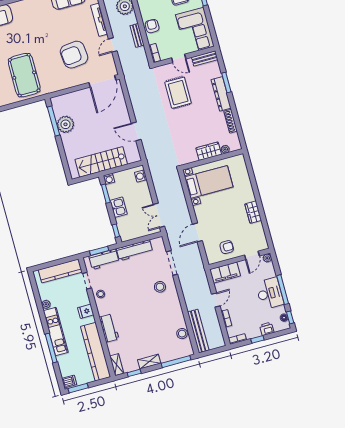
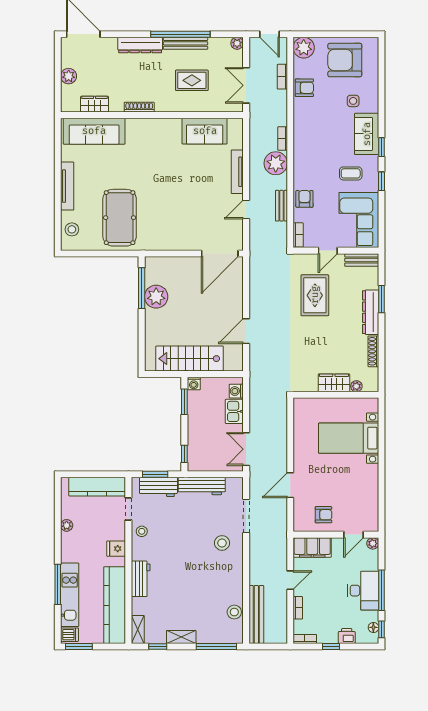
armchair: (74, 55) -> (192, 208), removed
door: (179, 58) -> (328, 251), hinge flipped
door: (136, 131) -> (246, 331), hinge flipped
bed with nightstands: (209, 182) -> (349, 438), moved, turned 180
kitchen sink: (119, 207) -> (234, 411), moved, turned 180
wardrobe: (253, 212) -> (371, 478), removed
kitchen unit: (56, 331) -> (70, 595), moved

